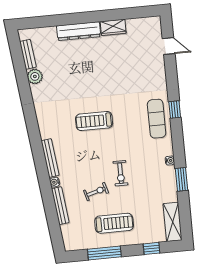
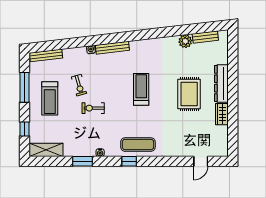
rug: (94, 66) -> (189, 94), added
window: (175, 110) -> (129, 161), moved
bench: (60, 206) -> (46, 55), moved

